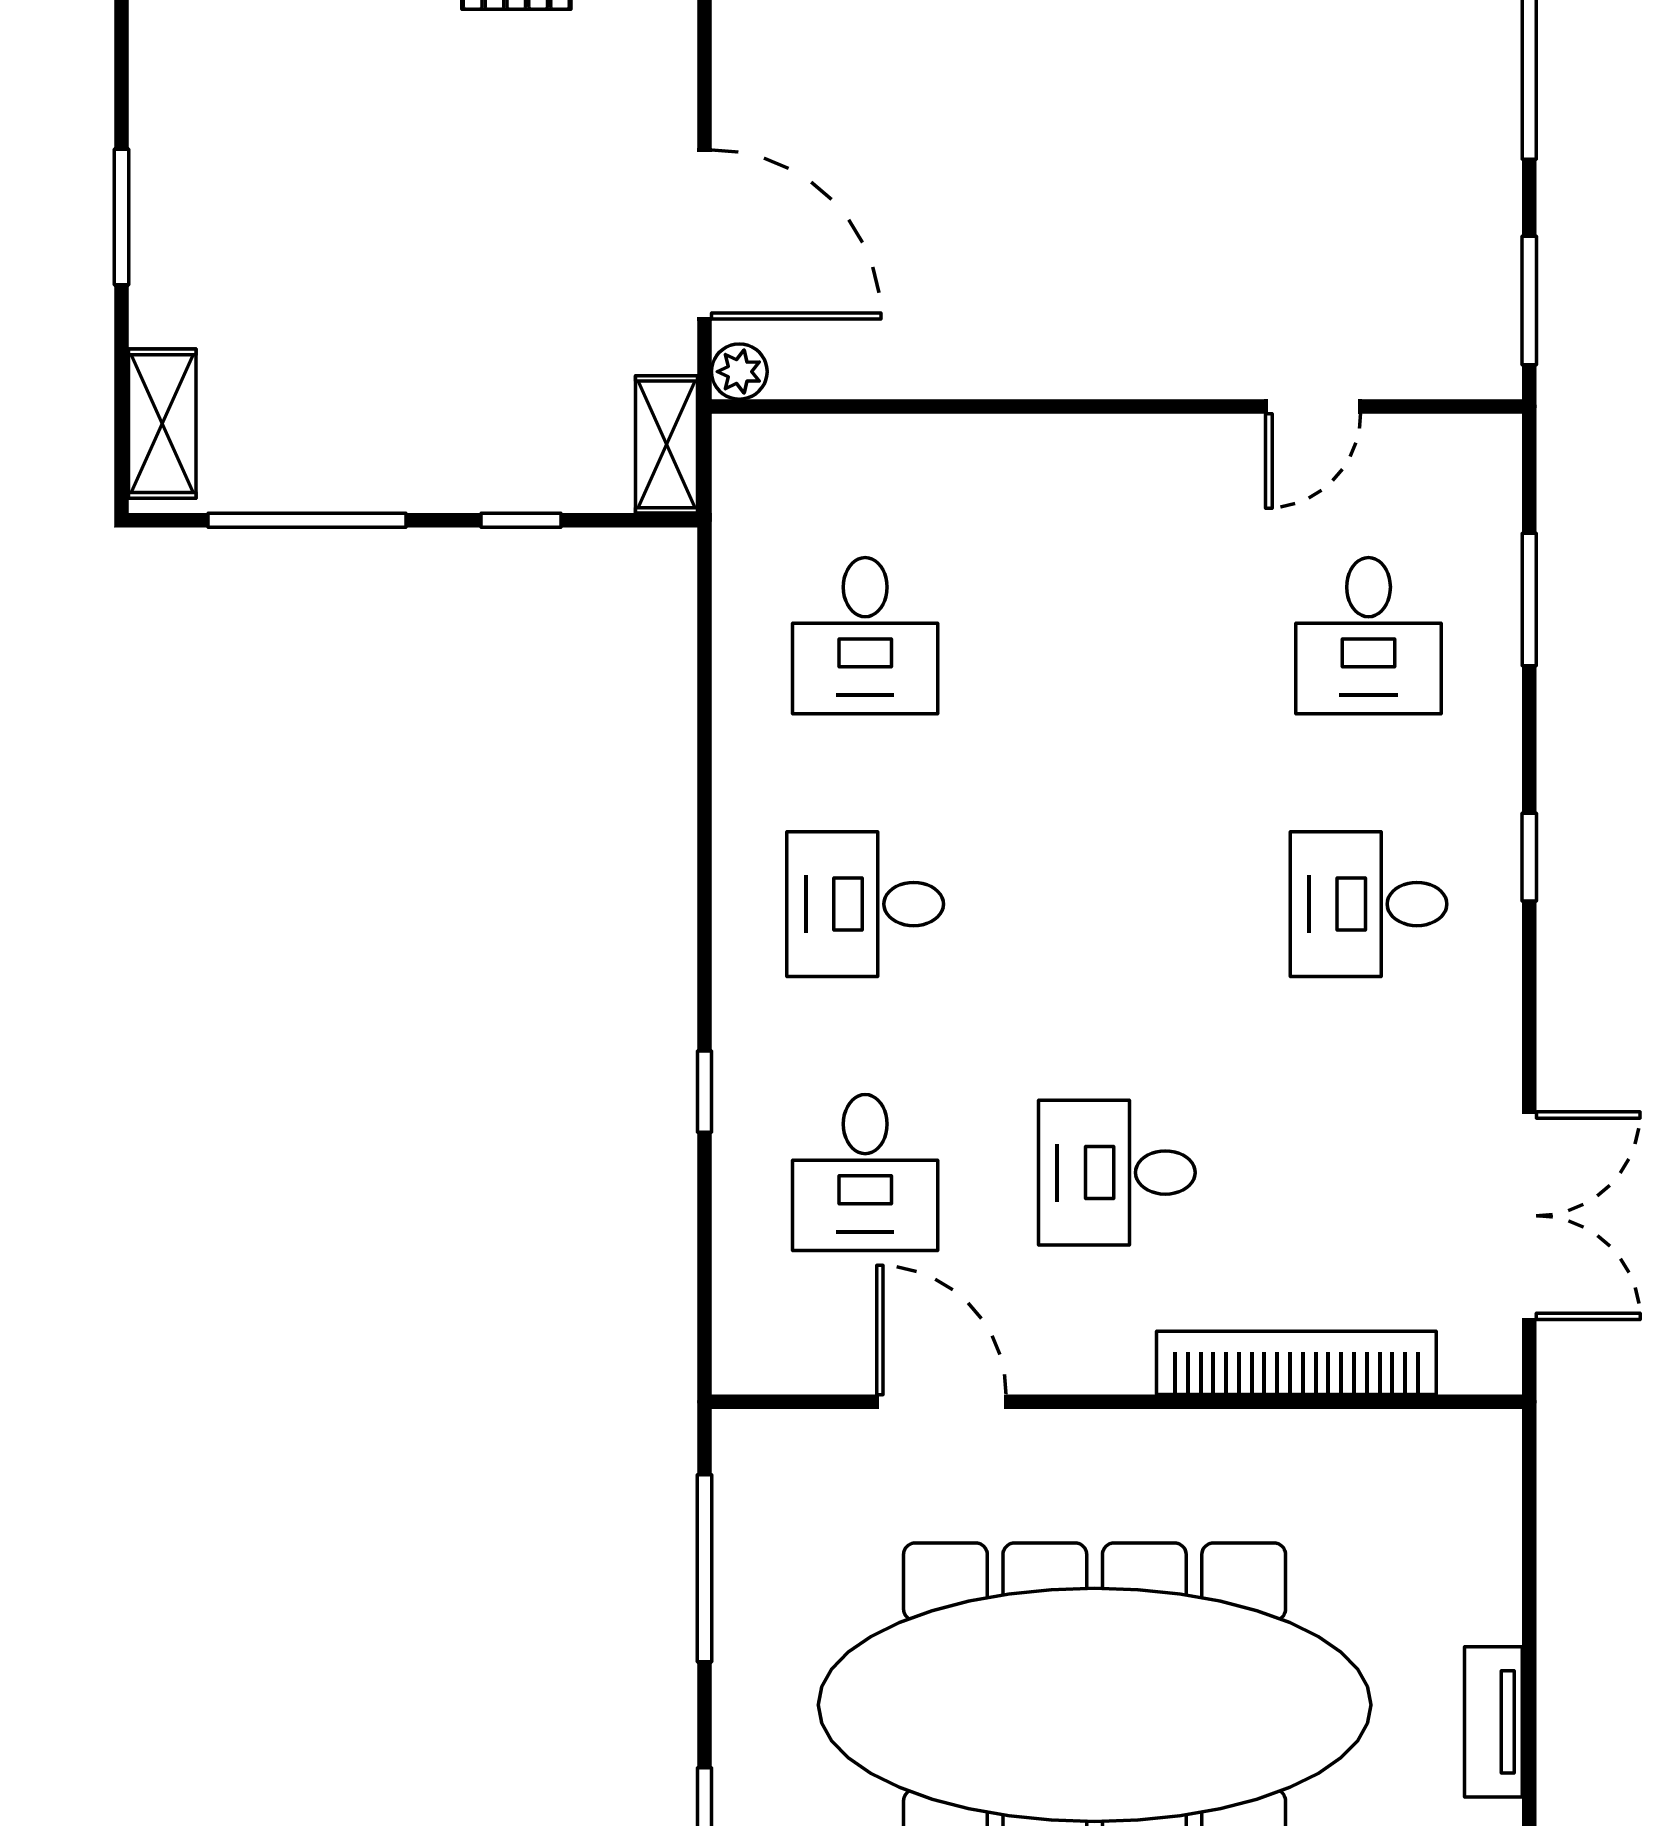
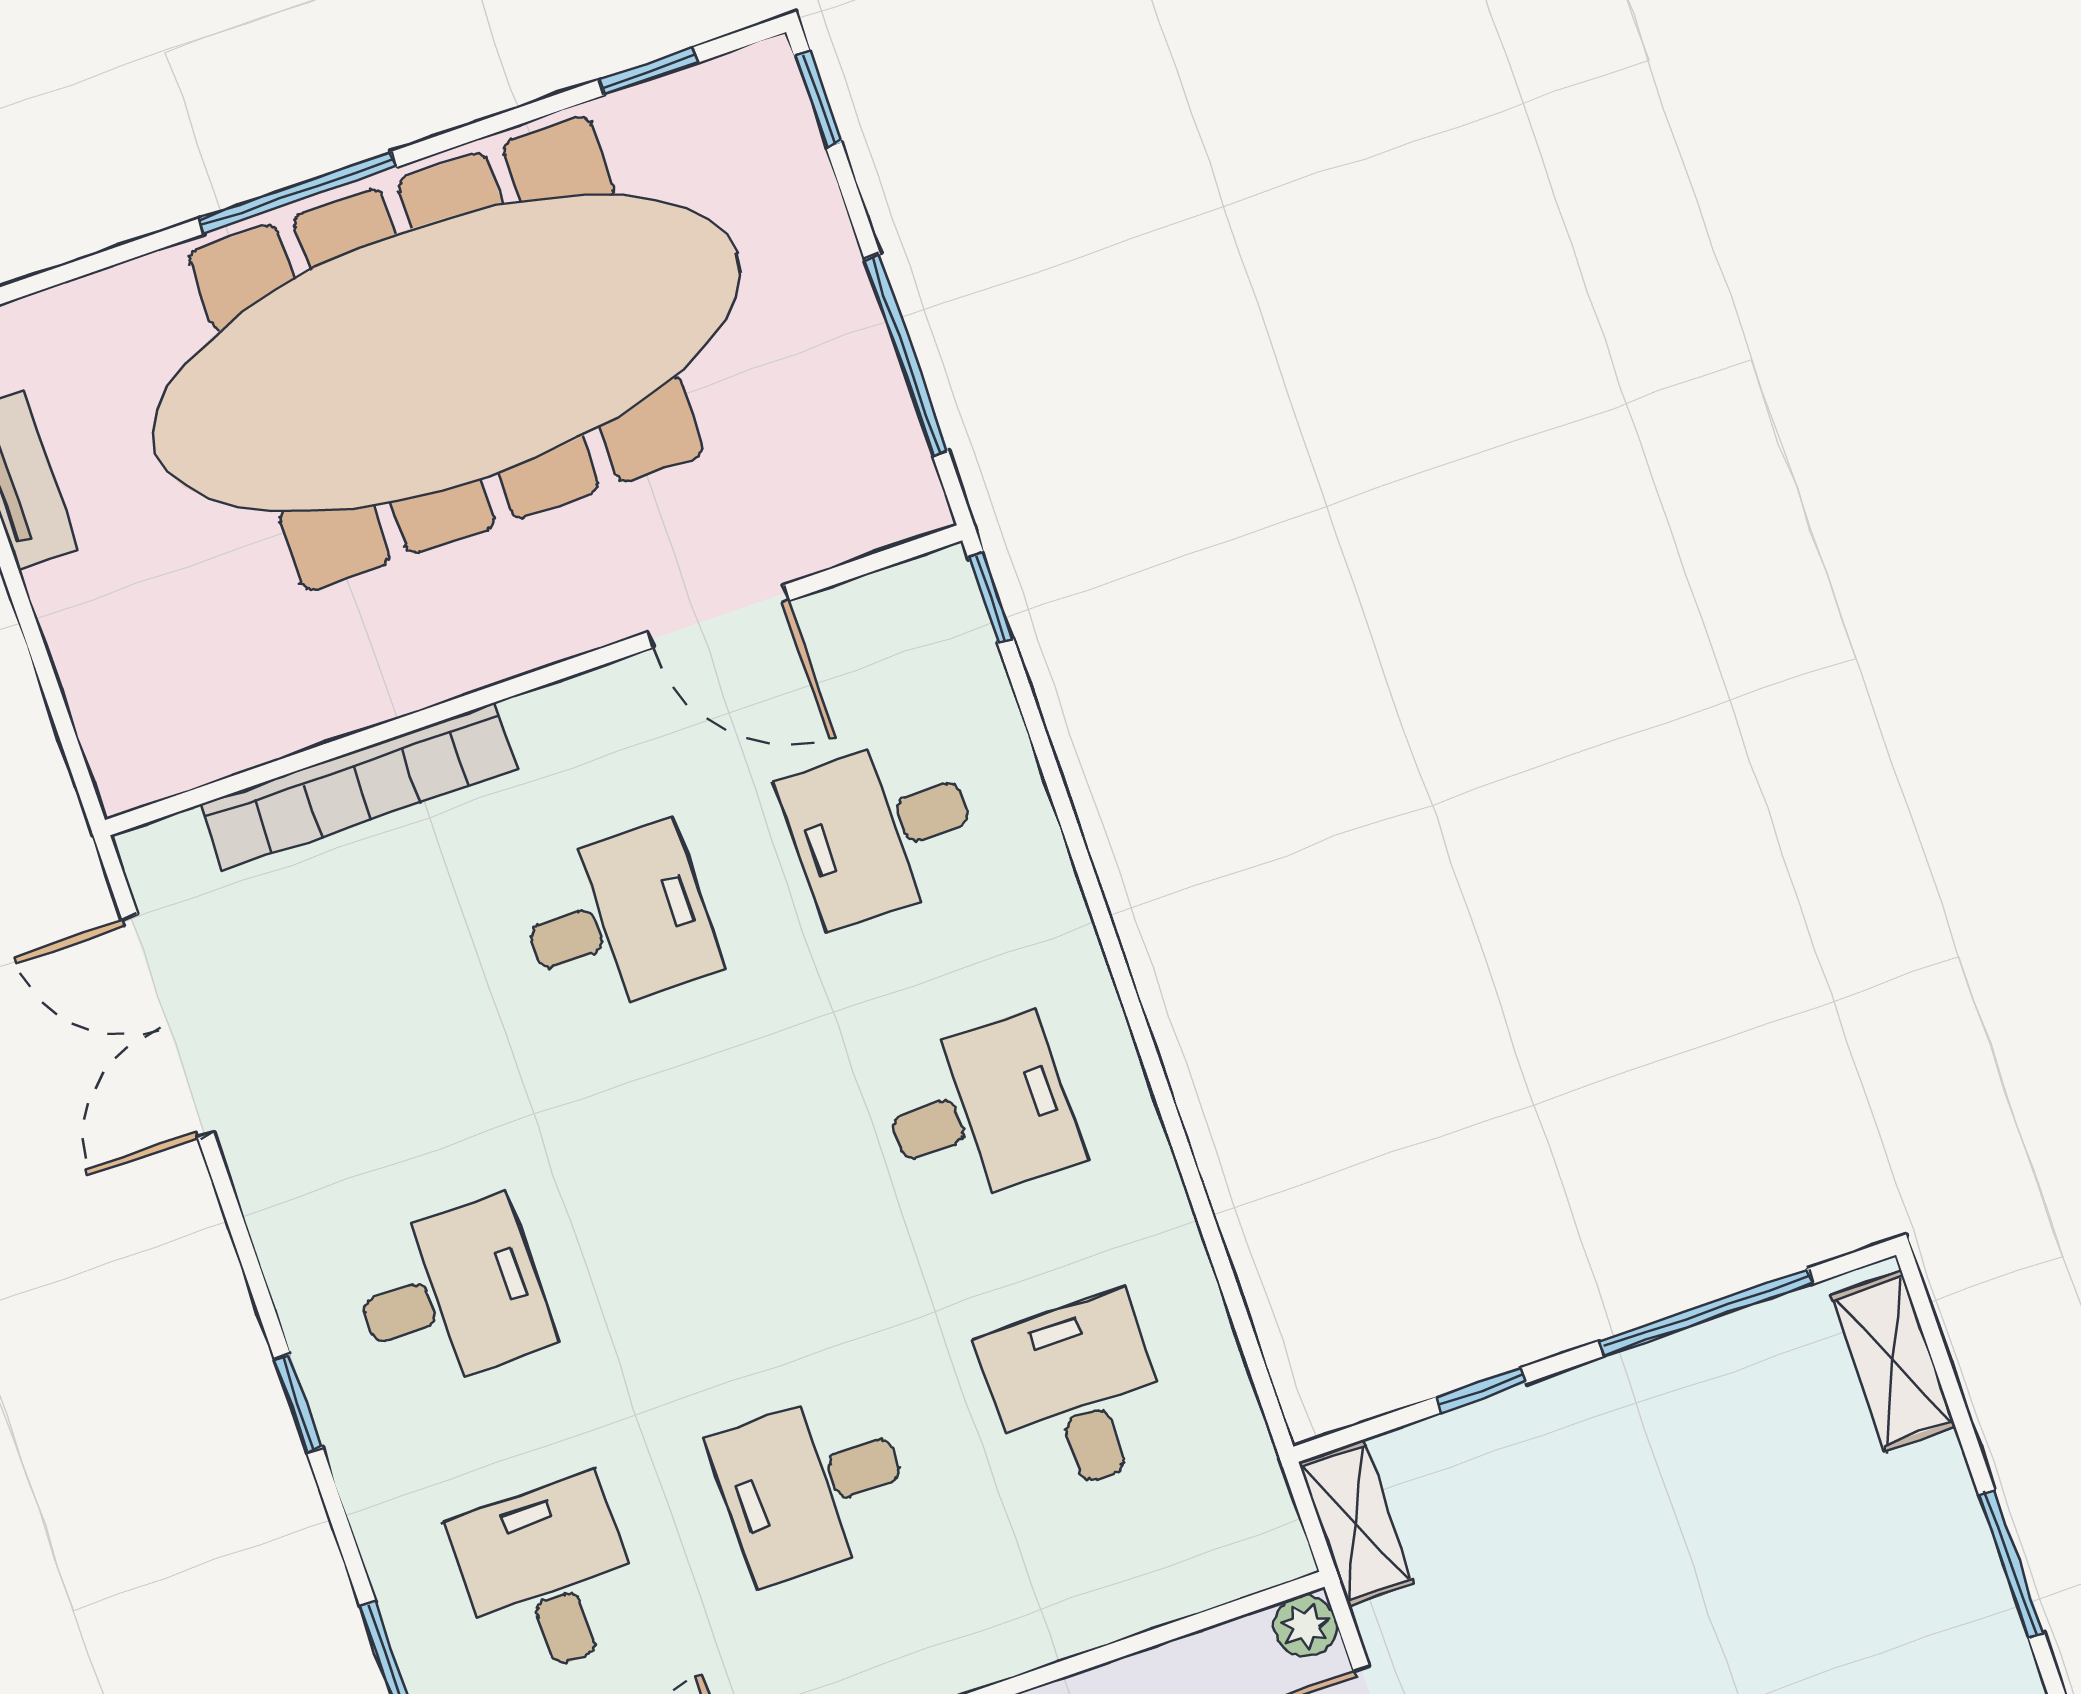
desk: (1117, 636) -> (812, 1486), added
window: (704, 1092) -> (991, 599), moved
desk: (865, 1173) -> (882, 830), turned -90

